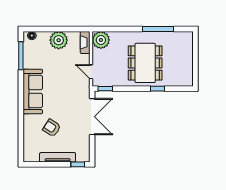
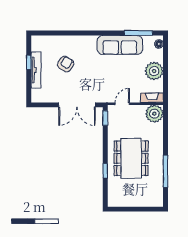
dining table: (145, 63) -> (131, 158), turned 90
sofa: (33, 92) -> (120, 45), moved
window: (78, 164) -> (29, 62), moved

